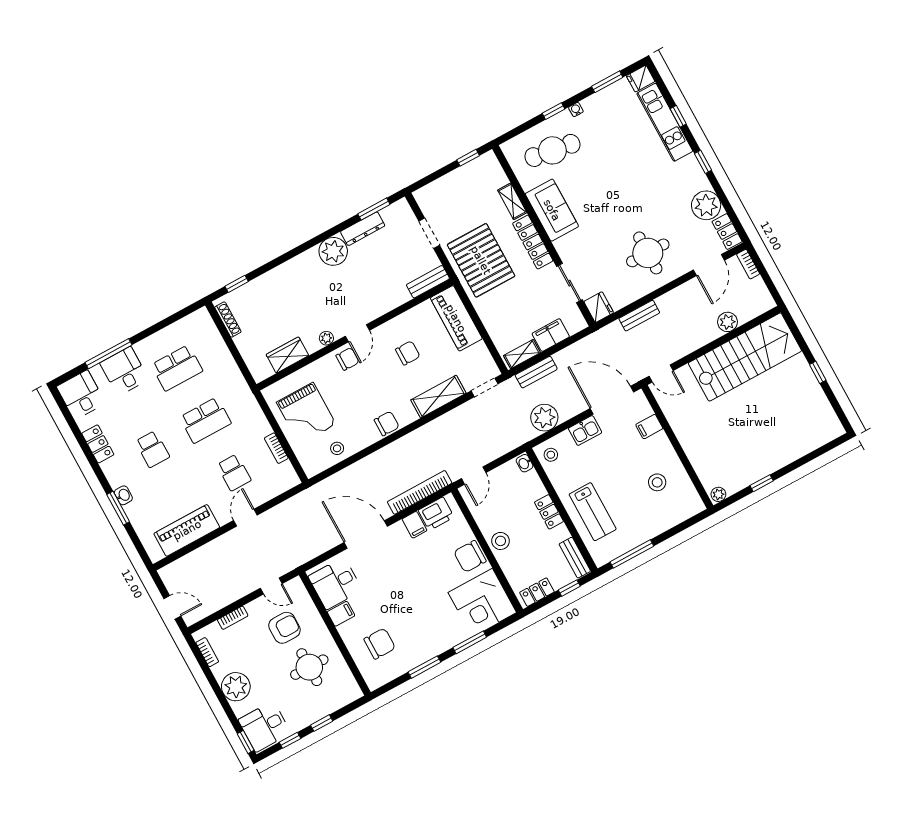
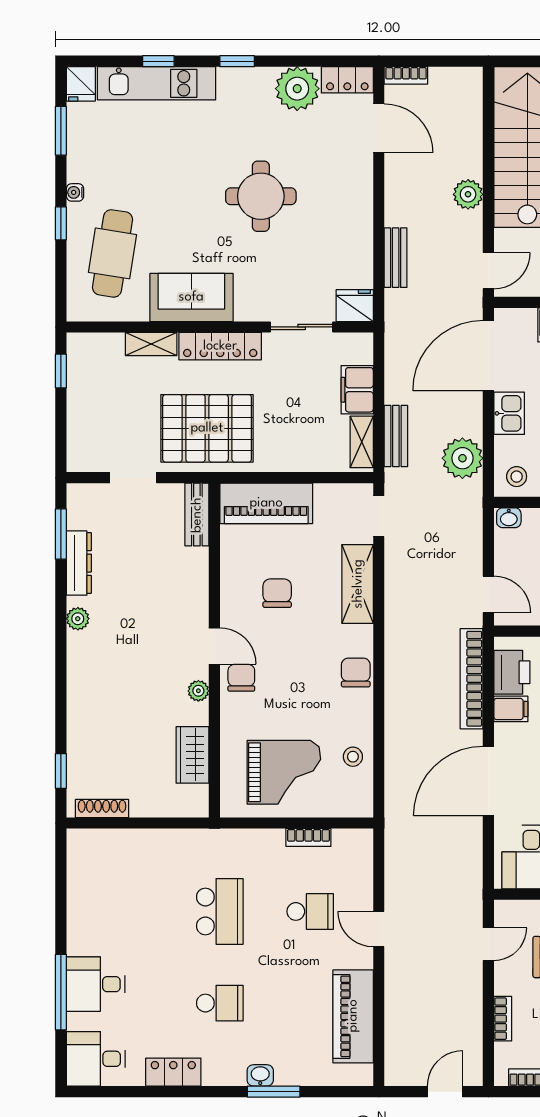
plant: (333, 251) -> (78, 619), width x0.53, depth x0.53
round table: (648, 253) -> (261, 196), moved
plant: (728, 322) -> (468, 194), moved
school desk: (177, 368) -> (129, 911), removed

